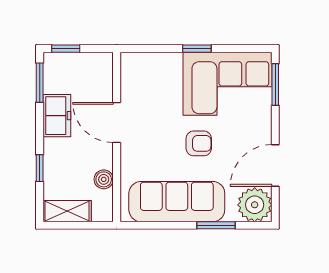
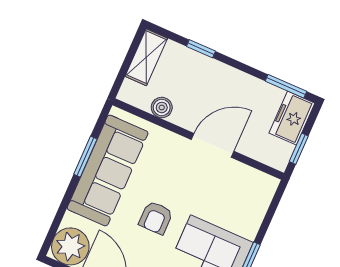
window: (66, 49) -> (299, 149), moved
freezer: (57, 116) -> (292, 118), moved, turned 90
window: (216, 225) -> (85, 157), moved

